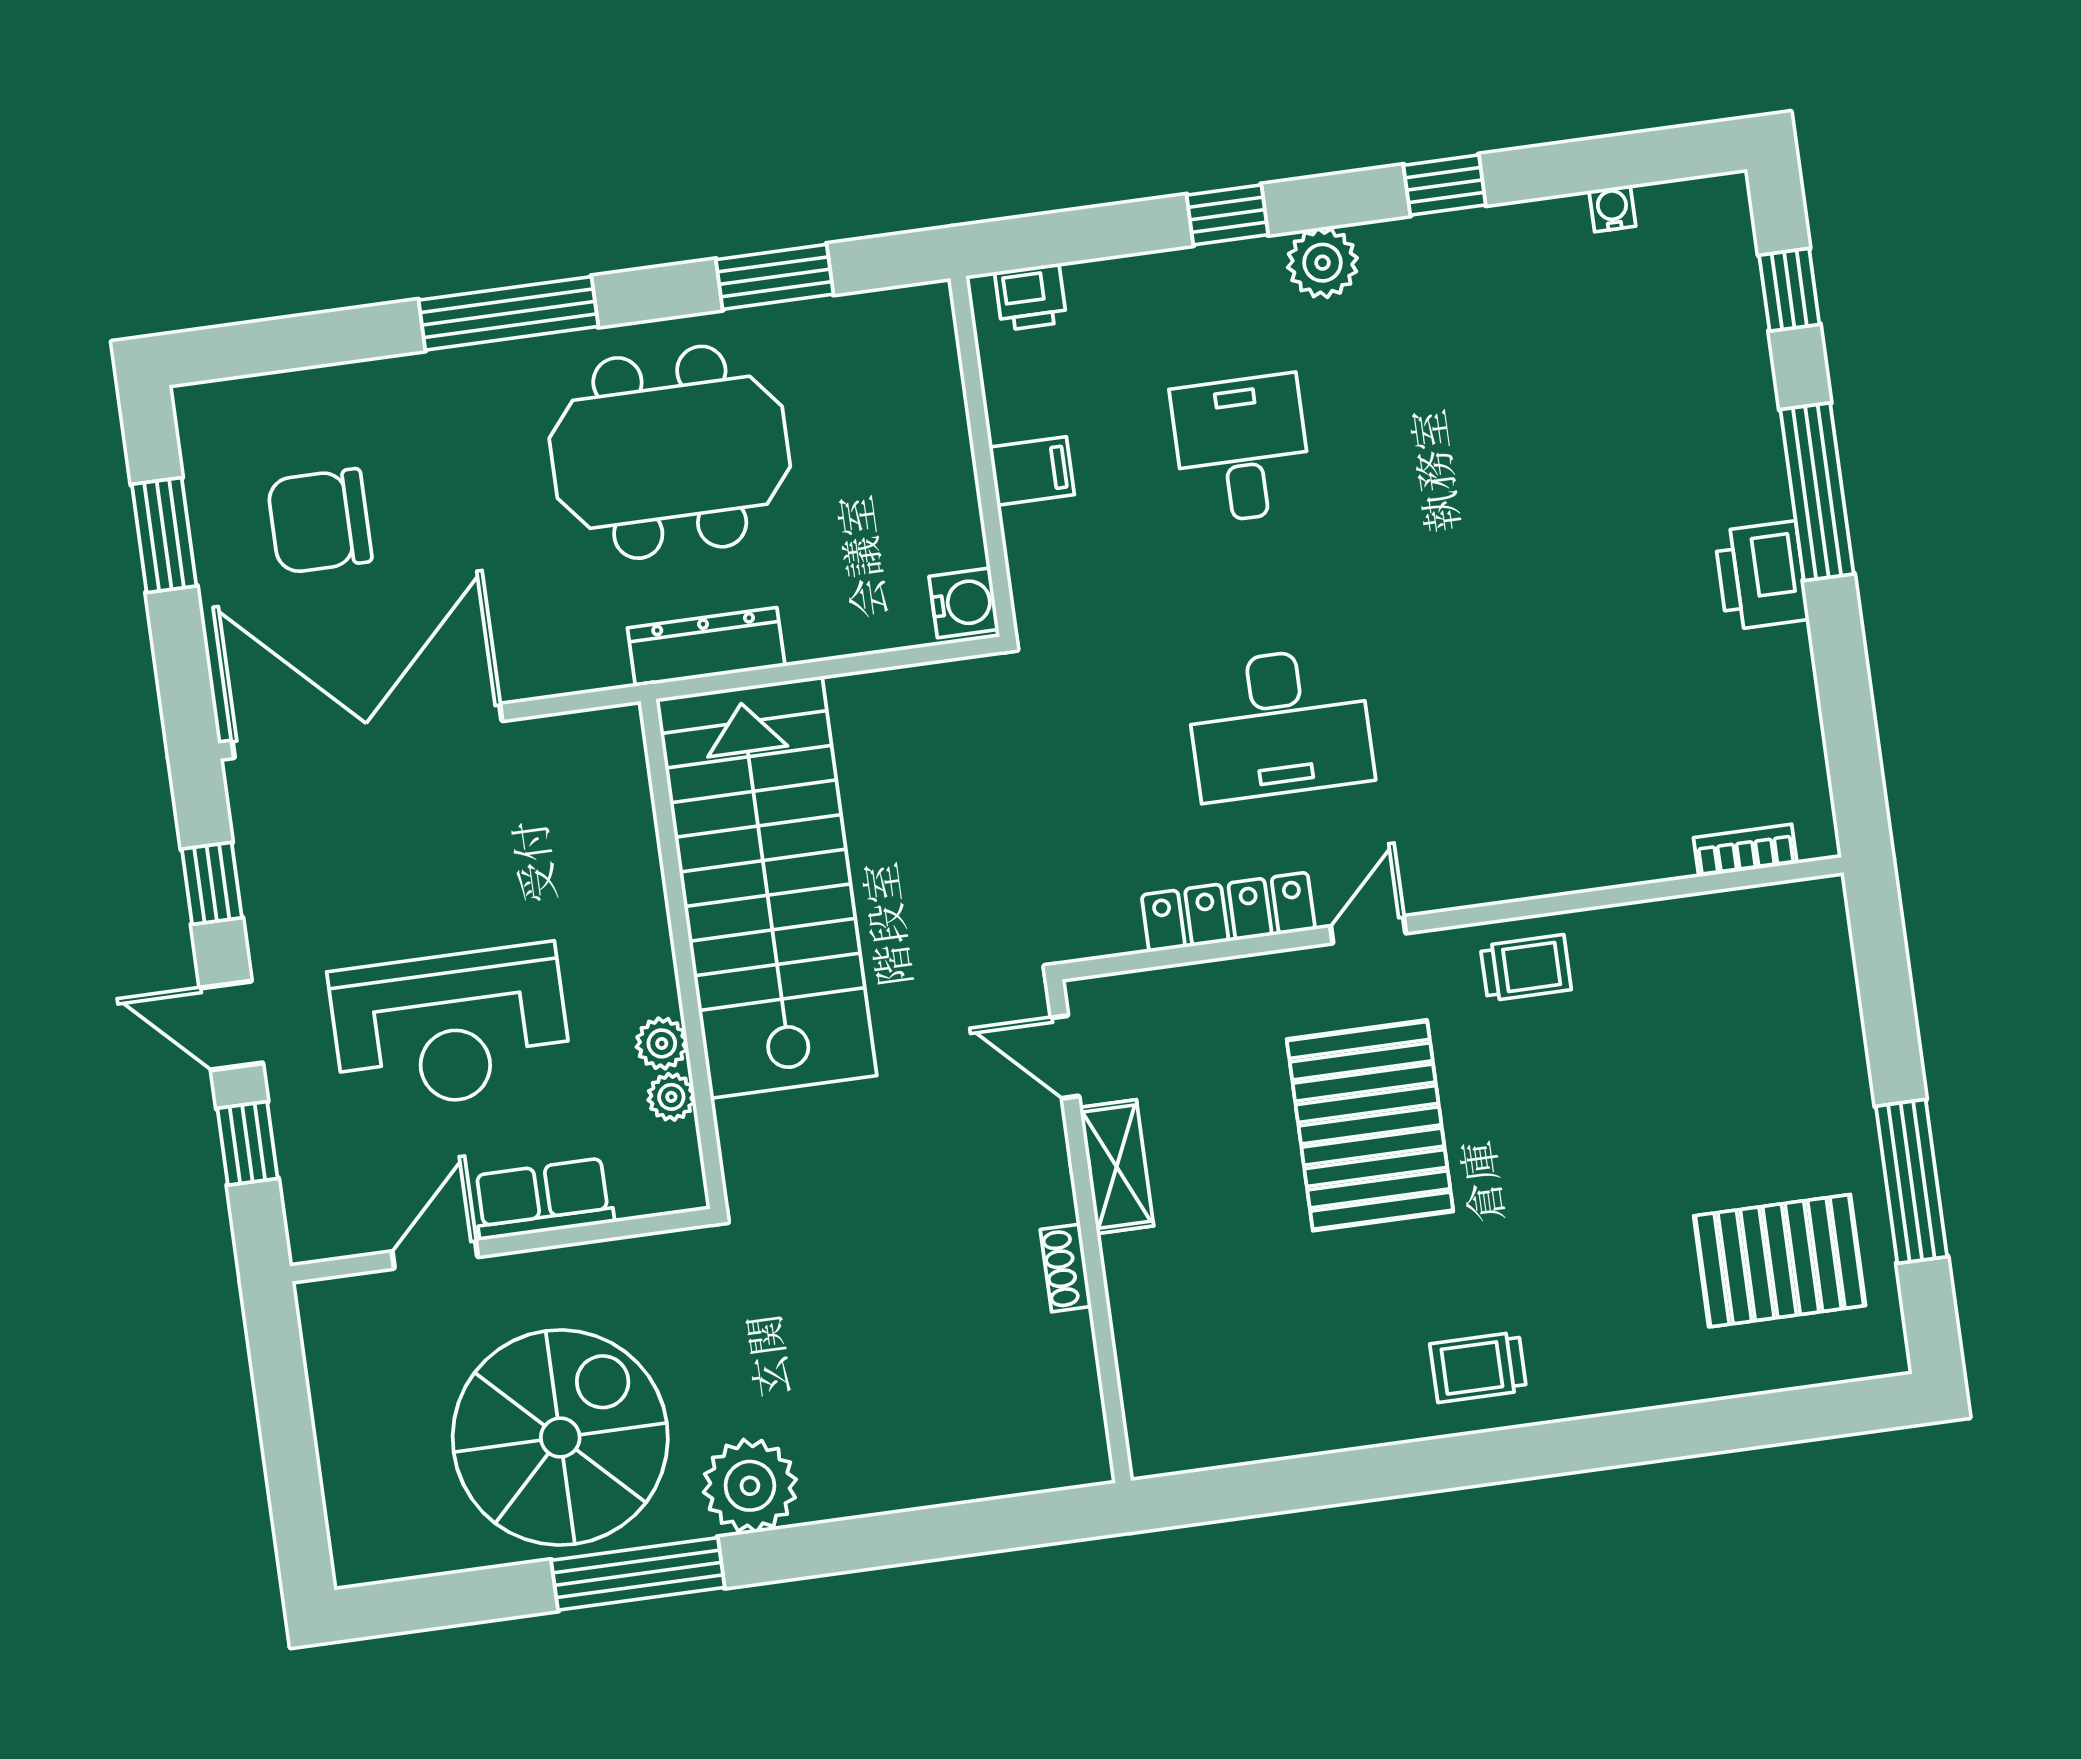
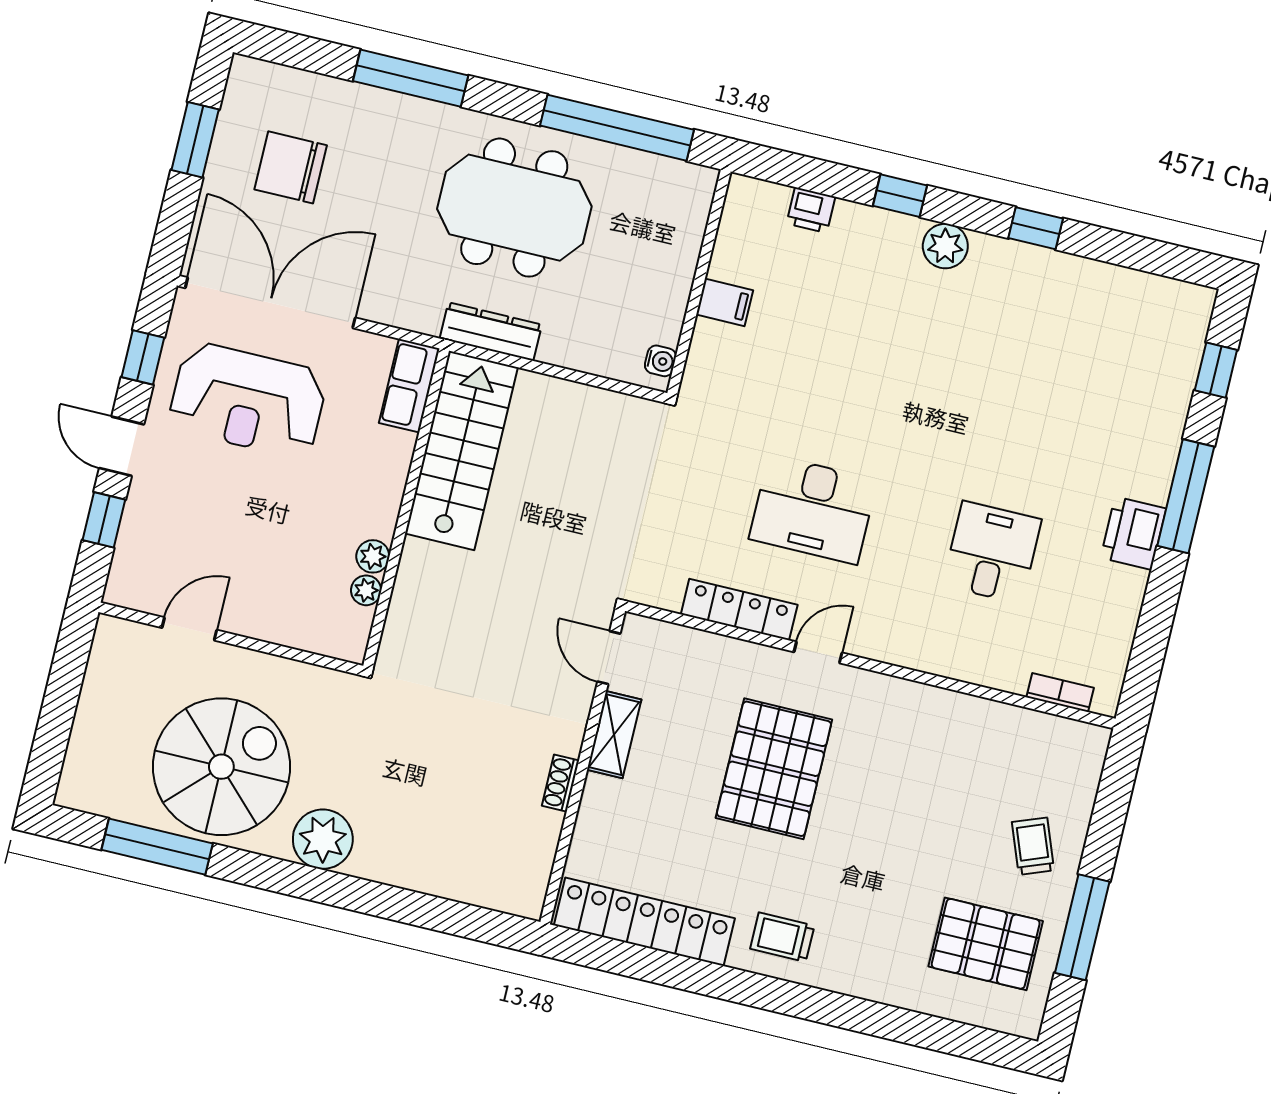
water cooler: (1612, 208) -> (1130, 281), removed
window: (775, 277) -> (617, 128), width x2.11
printer: (1031, 297) -> (811, 210), moved
window: (508, 313) -> (411, 78), moved
desk: (1242, 449) -> (992, 552), moved
water cooler: (964, 603) -> (660, 361), width x0.72, depth x0.72
stairs: (766, 887) -> (461, 450), width x0.73, depth x0.66
trolley: (1526, 968) -> (1033, 846), moved, turned -111
reception desk: (450, 1028) -> (248, 400), moved
row of seats: (543, 1199) -> (409, 386), moved, turned -90
locker: (1268, 1423) -> (644, 922), added
window: (638, 1574) -> (157, 847), moved

